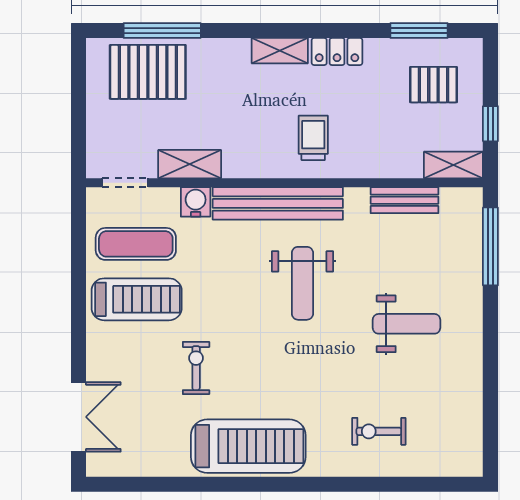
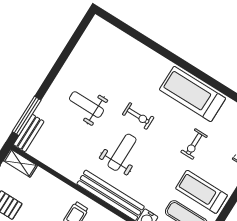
bench: (405, 200) -> (29, 133), moved, turned 90
exercise bike: (379, 431) -> (138, 116), moved

